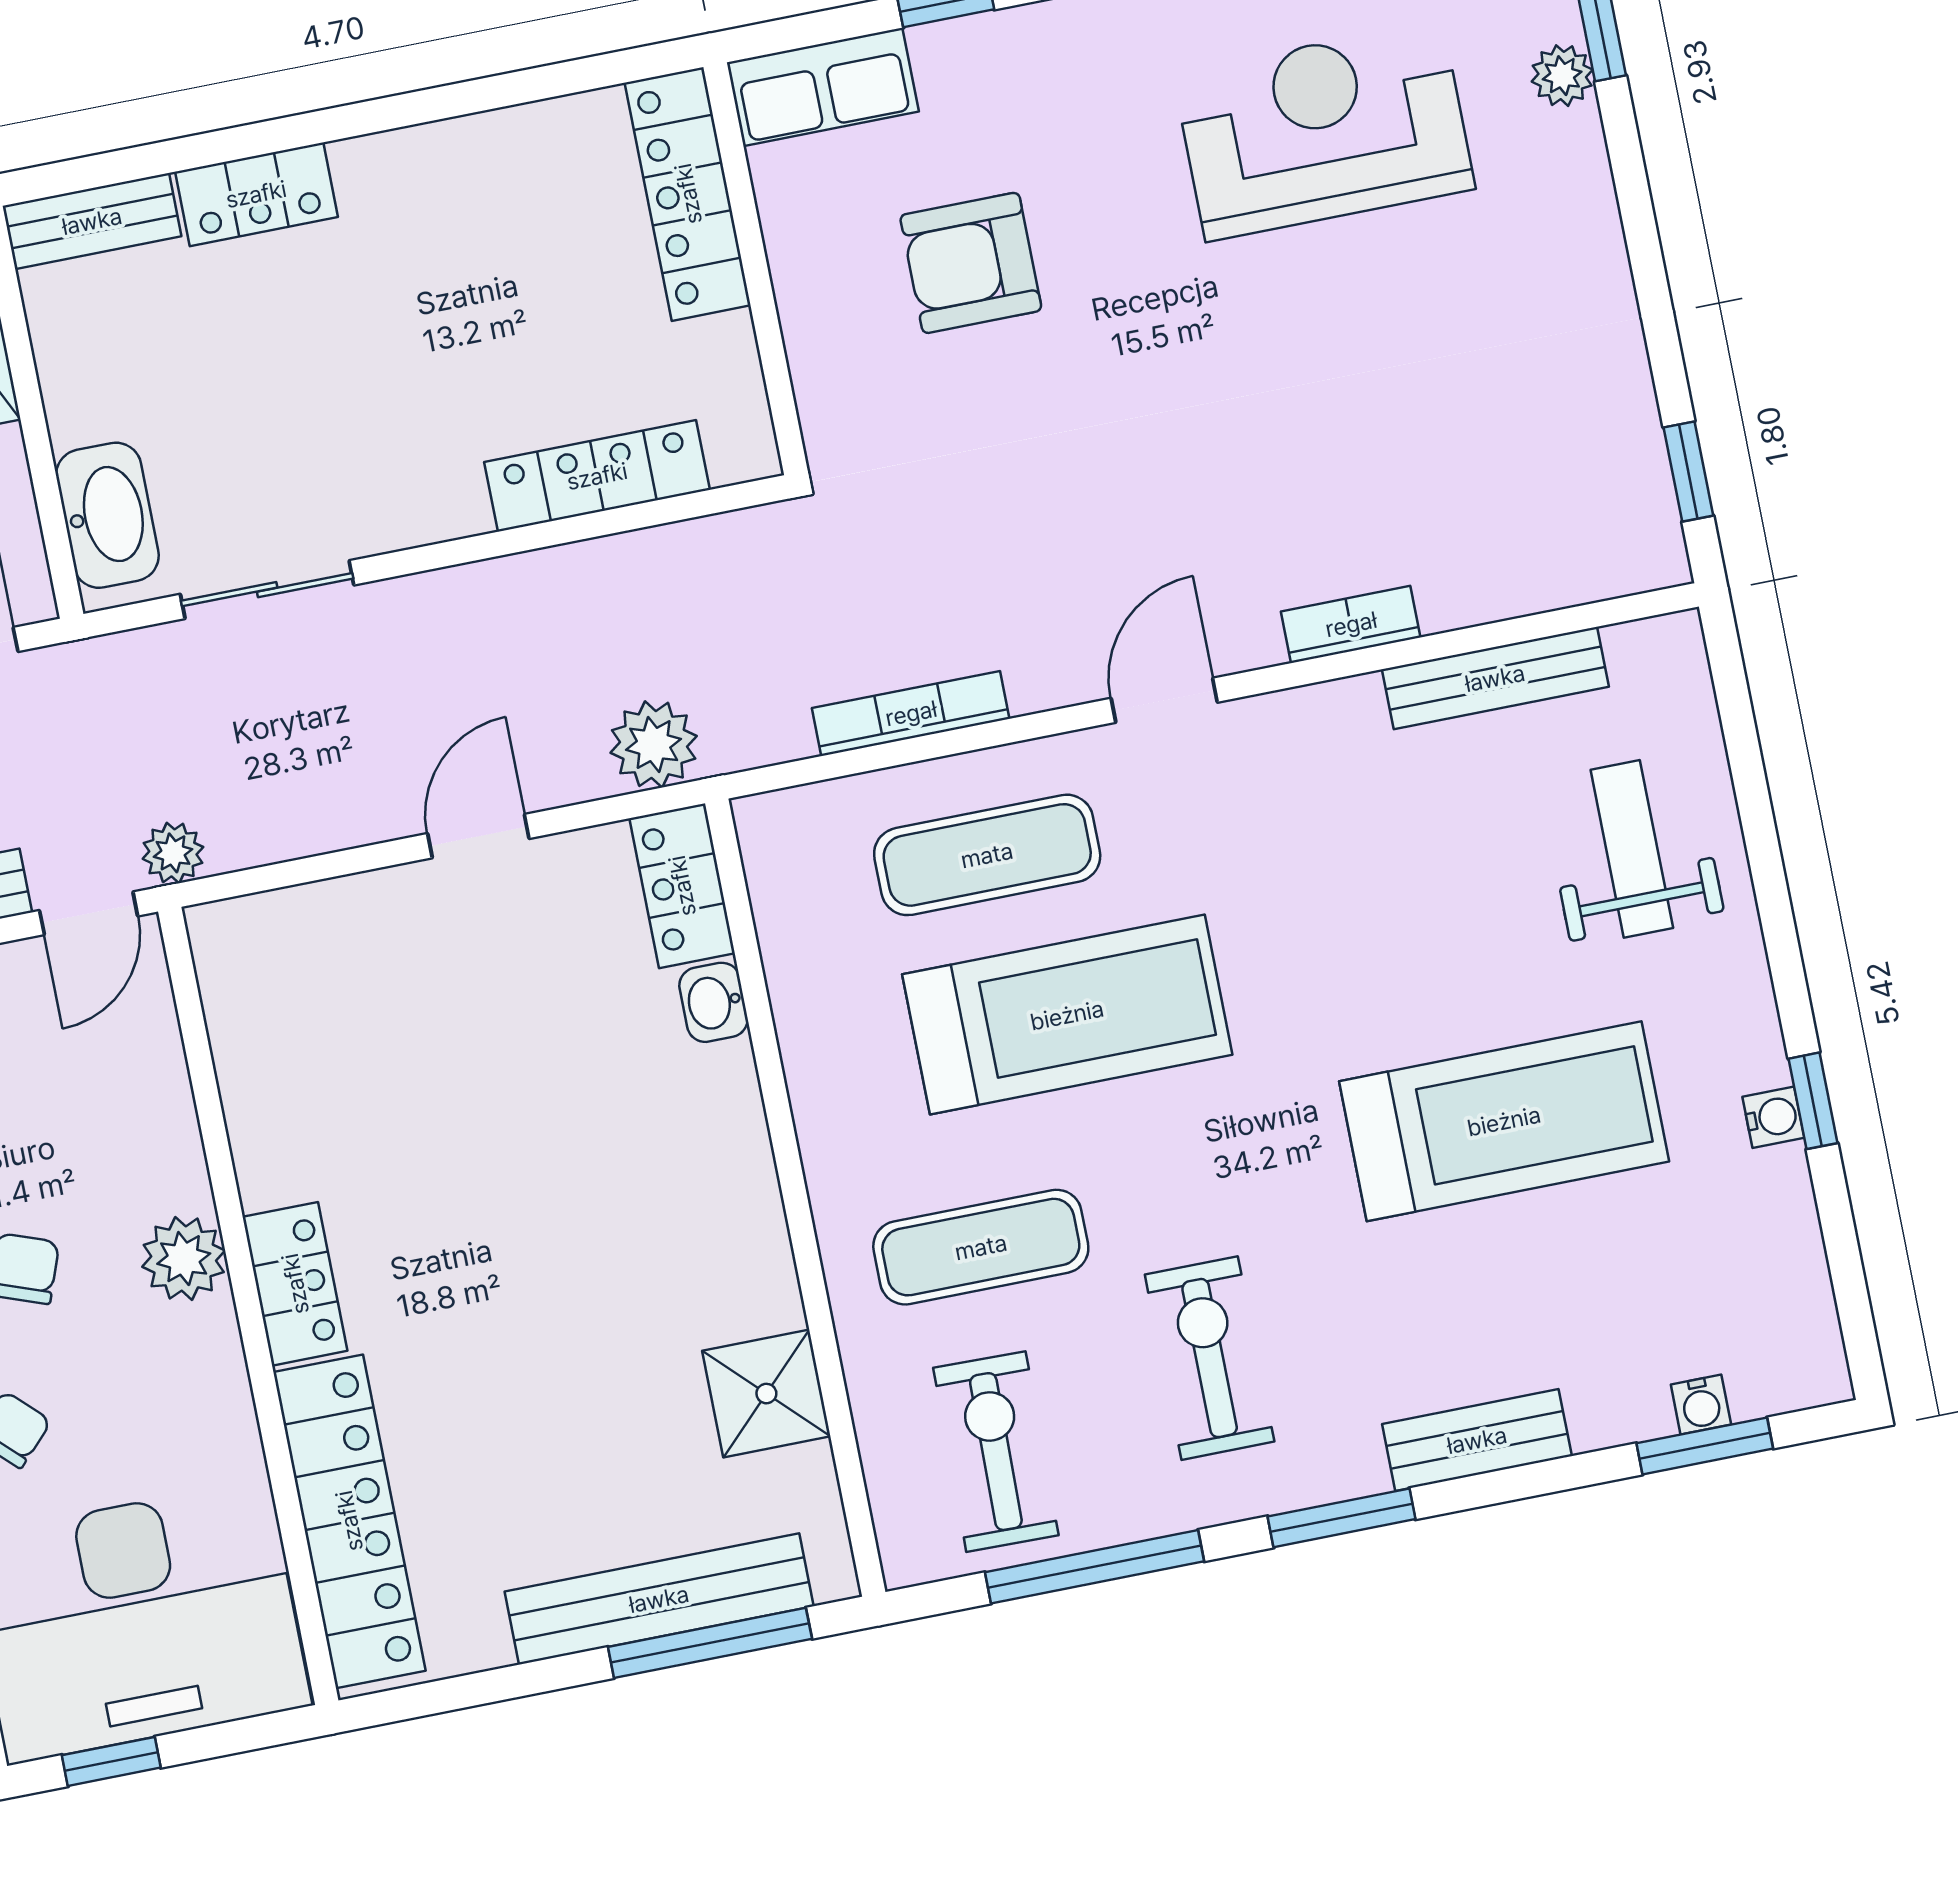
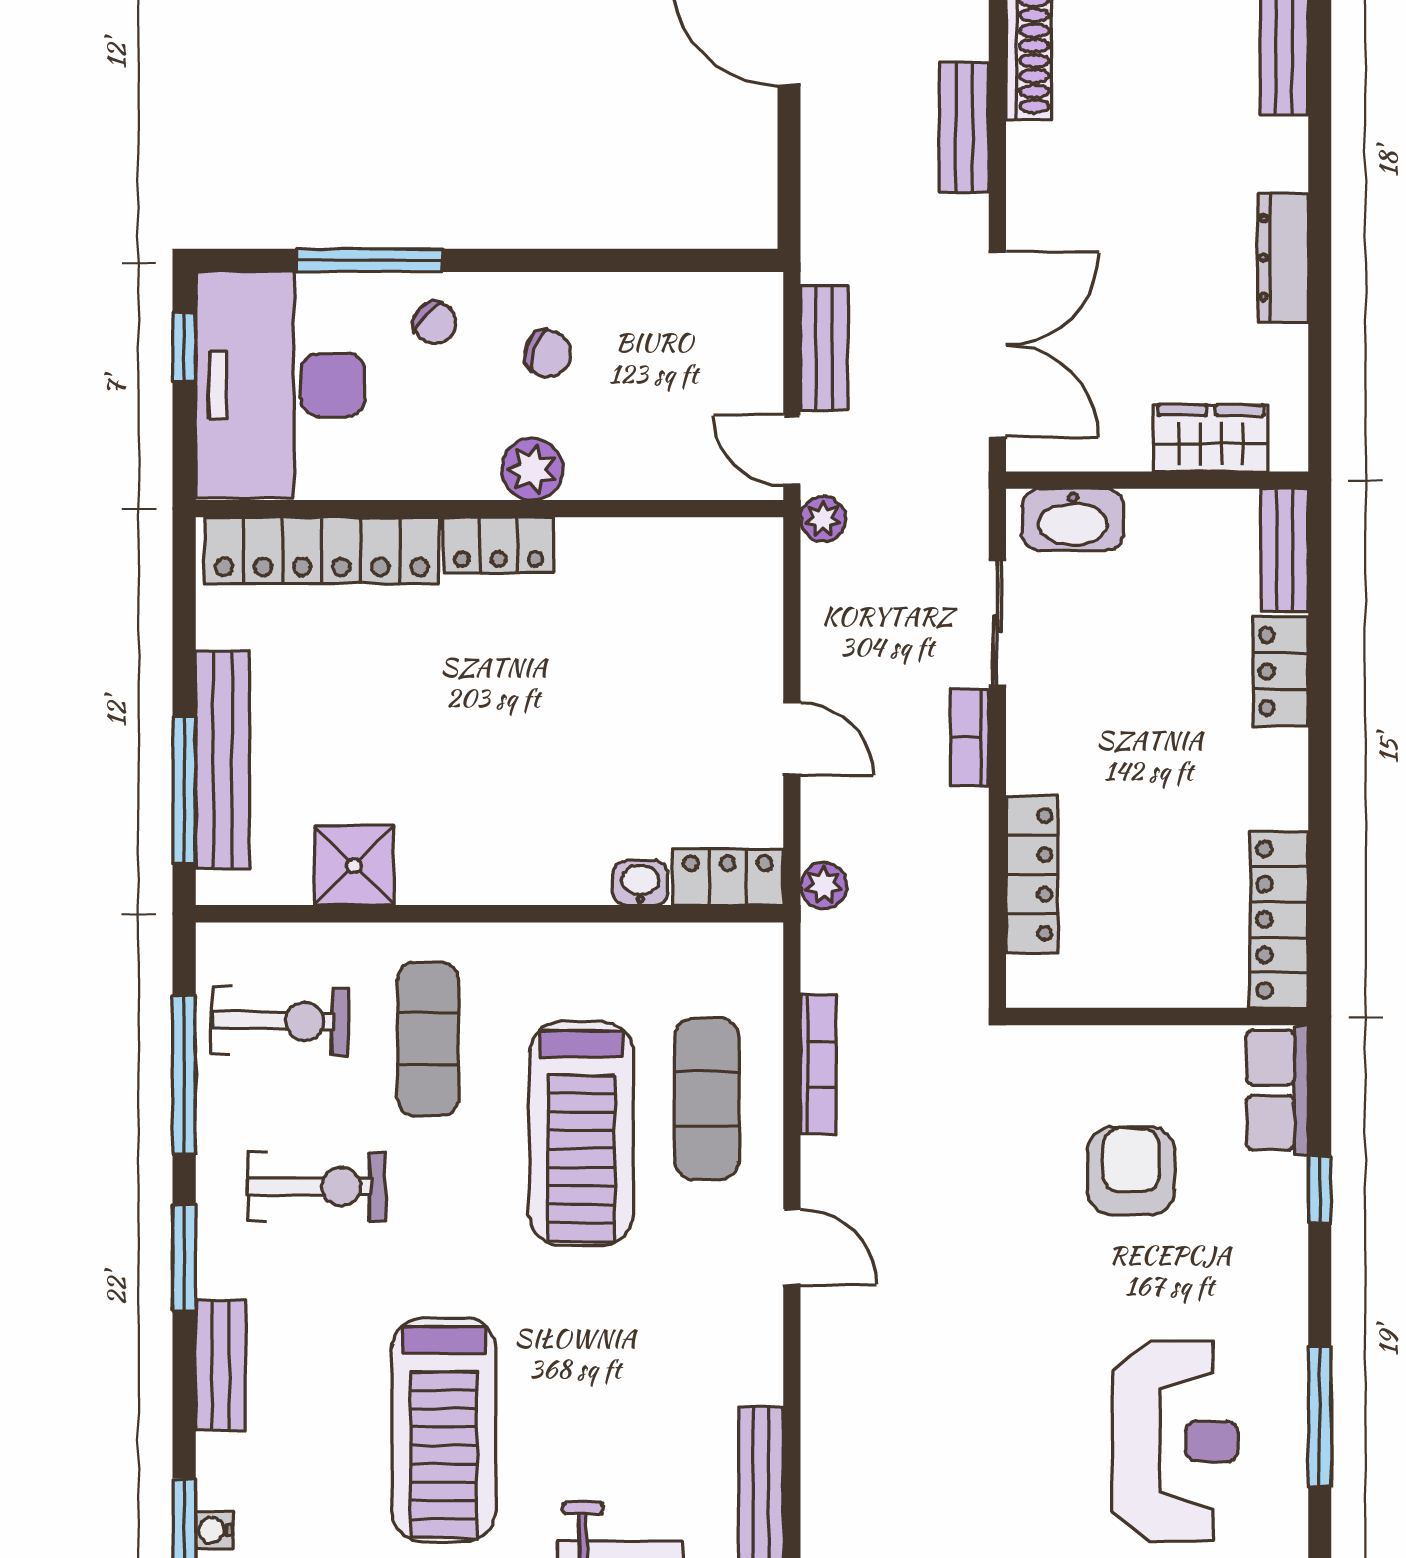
locker: (688, 194) -> (1279, 920), moved, turned -90
bookcase: (1351, 624) -> (970, 737), moved, turned 180
plant: (654, 744) -> (824, 885), width x0.73, depth x0.73

